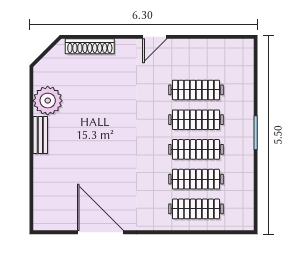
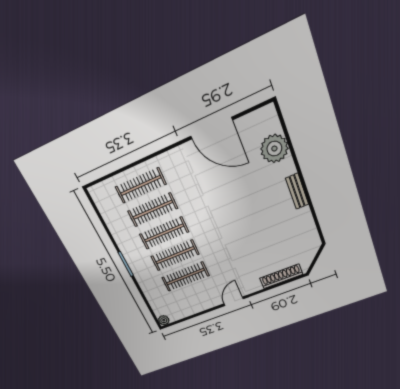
plant: (247, 46) -> (164, 320), added
plant: (48, 101) -> (274, 149), moved

